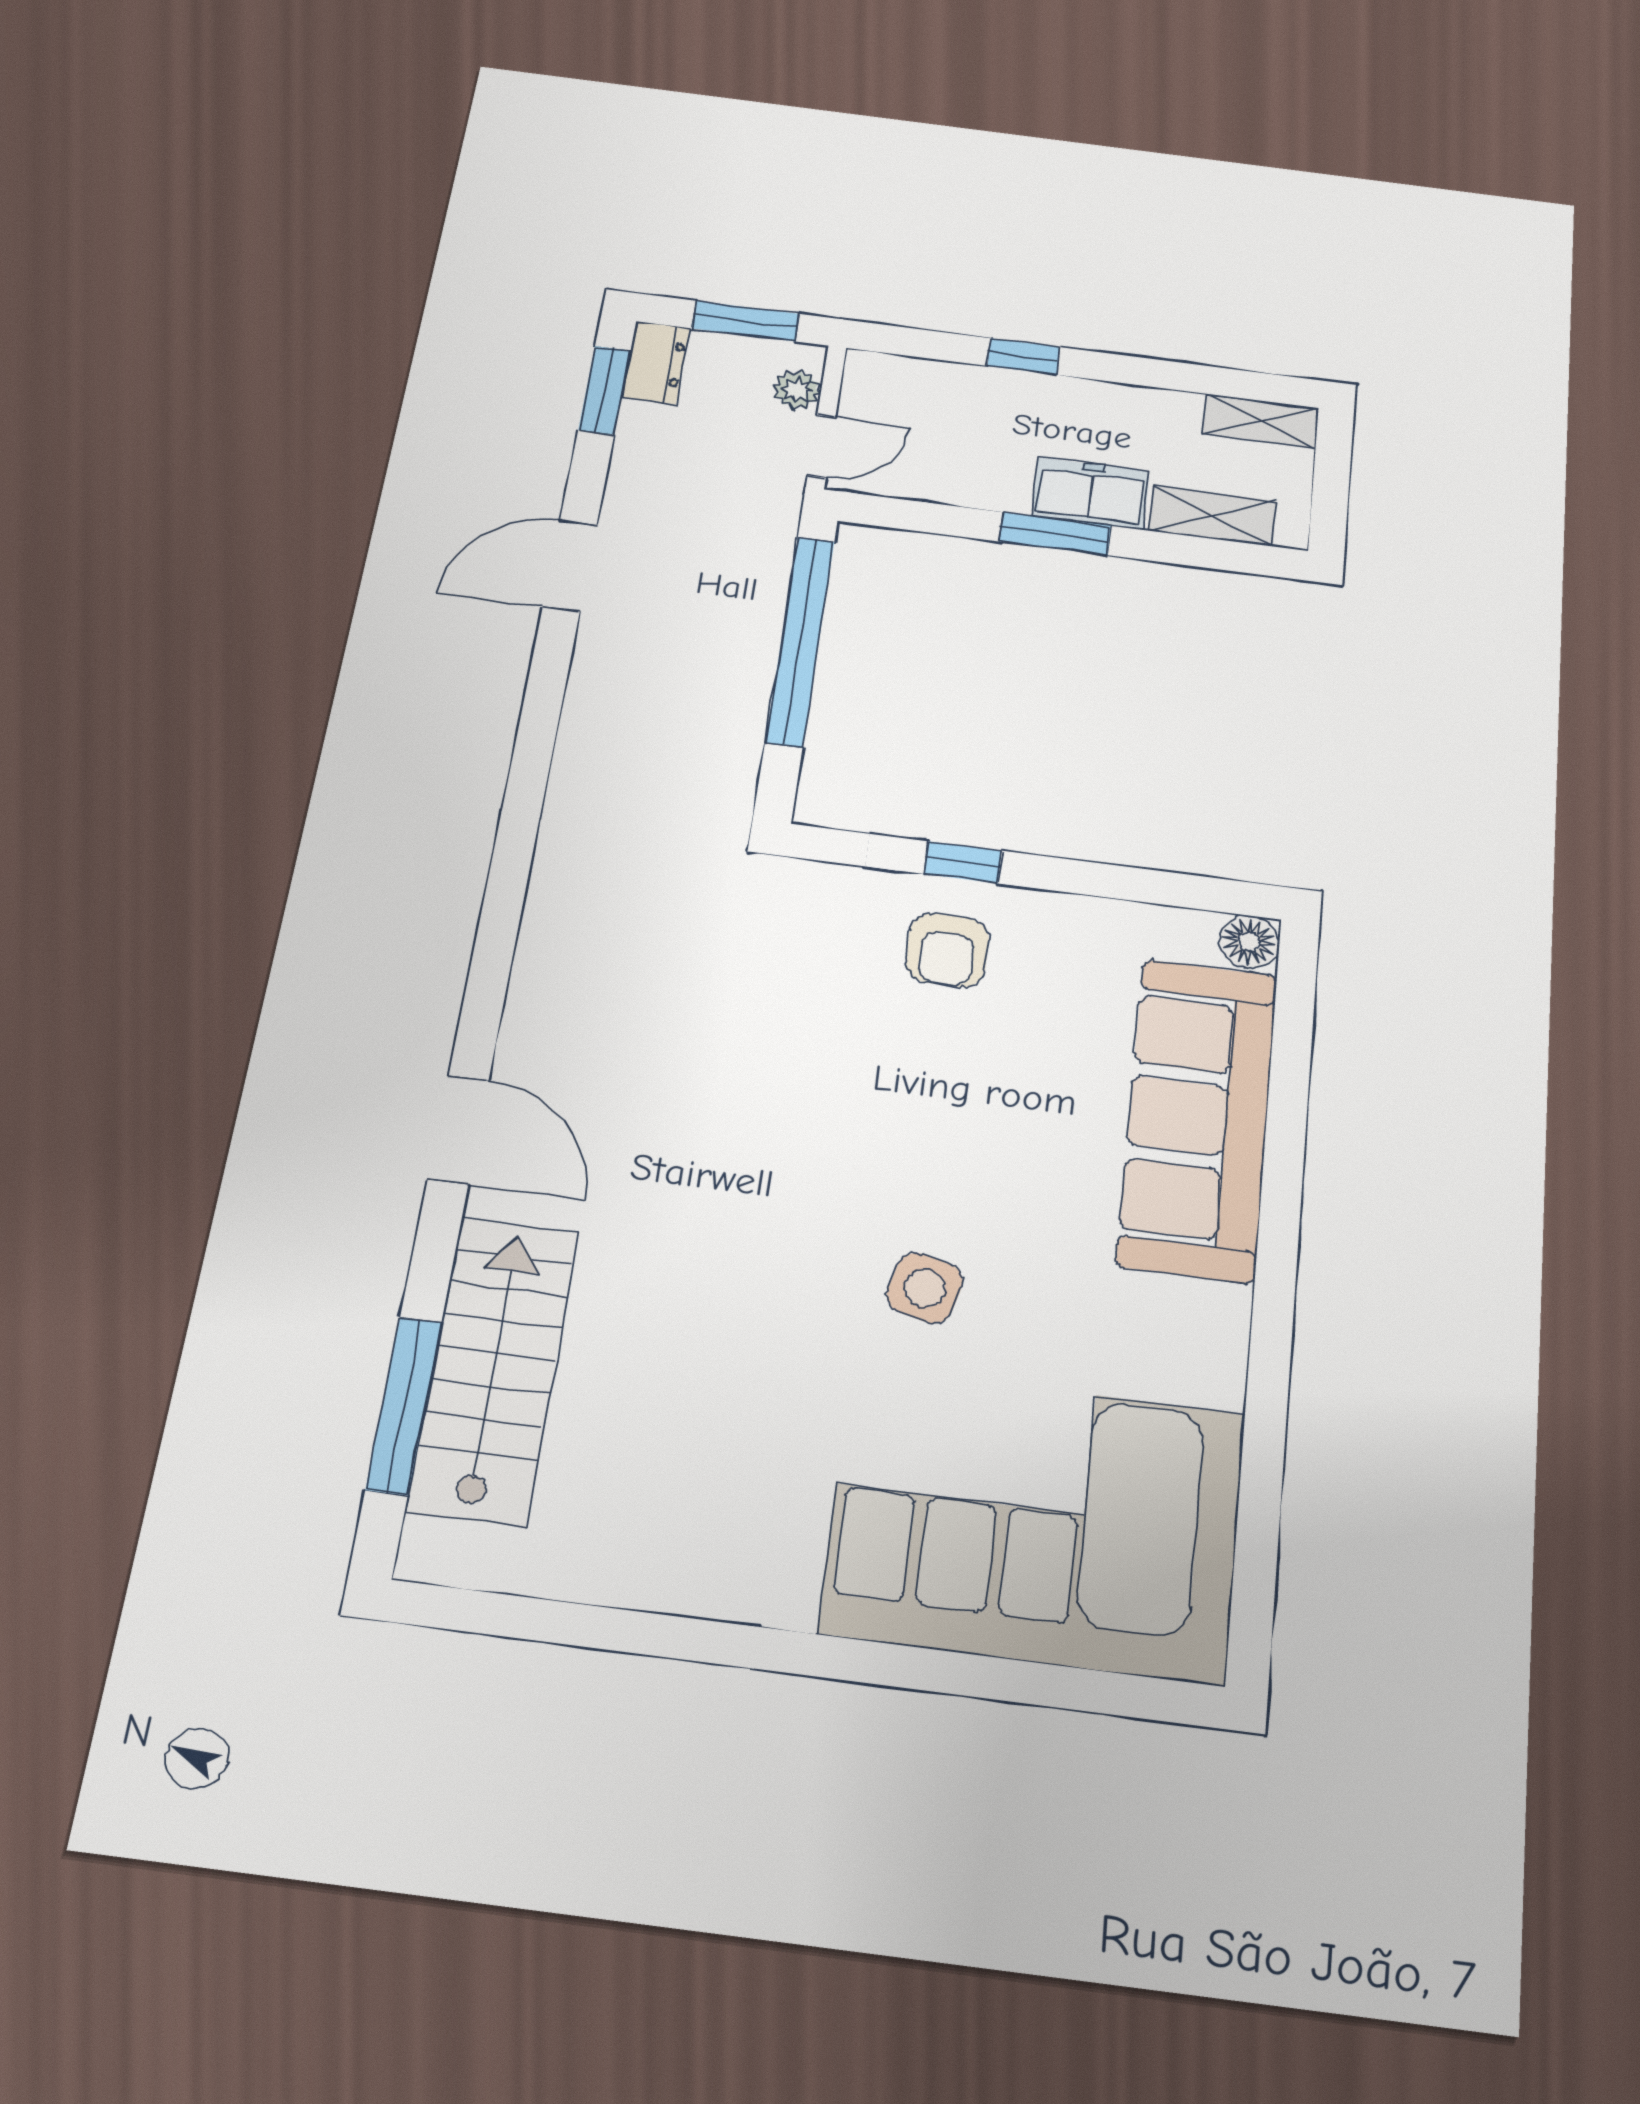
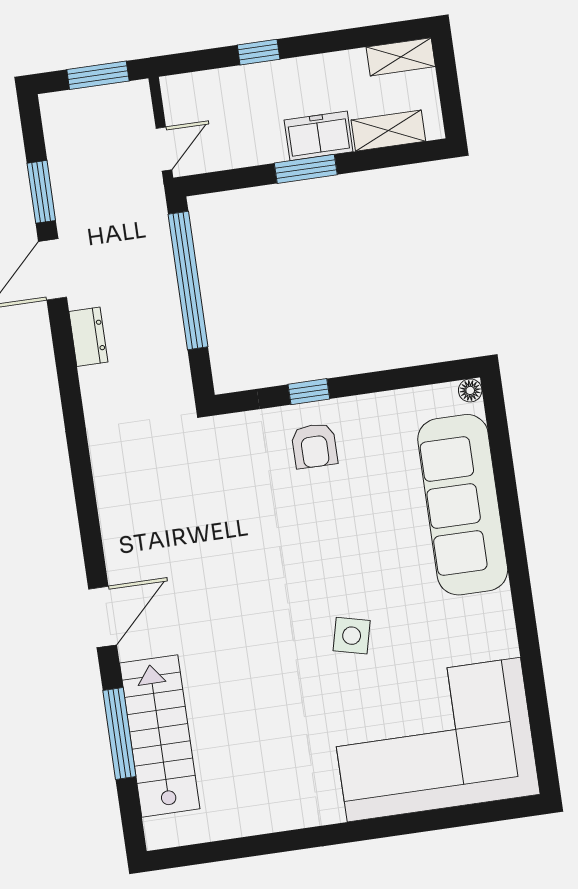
dresser: (656, 362) -> (88, 337), moved
window: (605, 390) -> (41, 192), moved
plant: (797, 390) -> (140, 114), removed
floor lamp: (1249, 942) -> (470, 390), width x0.73, depth x0.73
door: (458, 1129) -> (103, 617), hinge flipped
window: (404, 1405) -> (119, 733), moved

